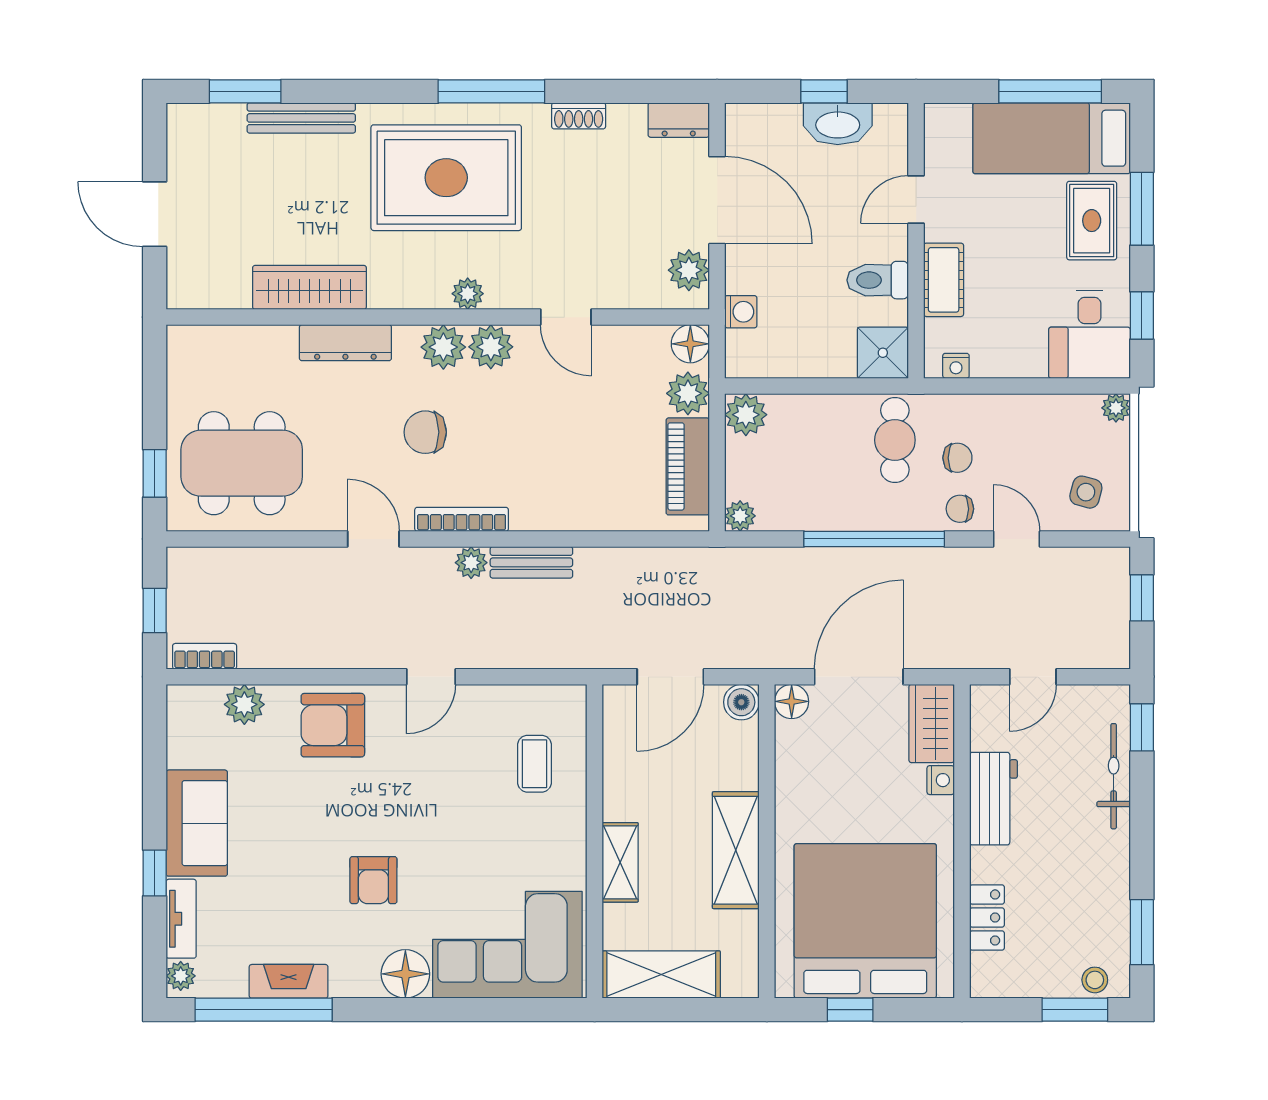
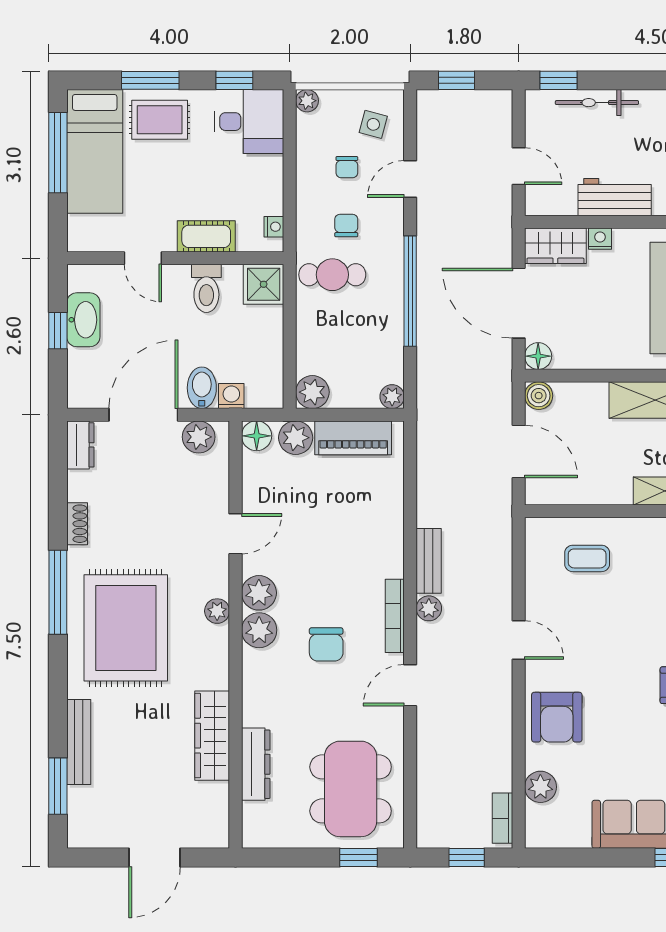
bidet: (751, 274) -> (202, 388), added
dresser: (345, 343) -> (256, 764), moved
chair: (960, 509) -> (347, 167), moved

